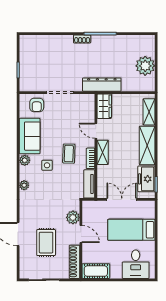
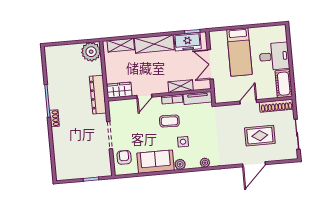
plant: (145, 66) -> (91, 52), moved
armchair: (37, 105) -> (124, 157), turned -90
shelving: (103, 152) -> (181, 86), moved
plant: (73, 217) -> (232, 111), removed
desk: (136, 264) -> (274, 56), moved

